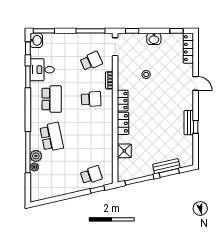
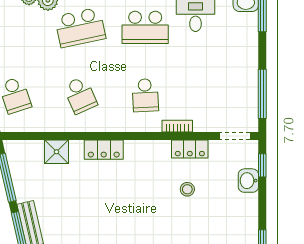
washbasin: (154, 39) -> (248, 181), moved
school desk: (91, 61) -> (80, 95), moved
locker: (123, 101) -> (190, 149), moved

